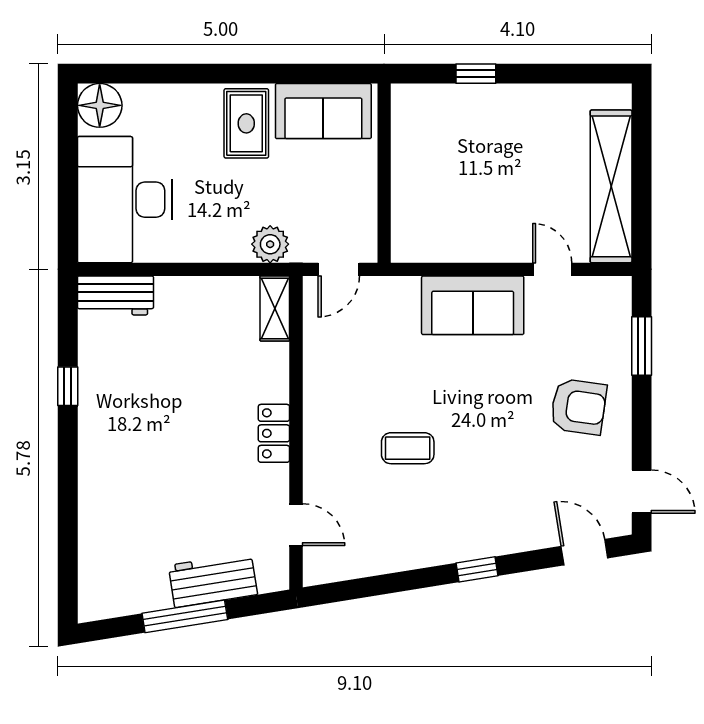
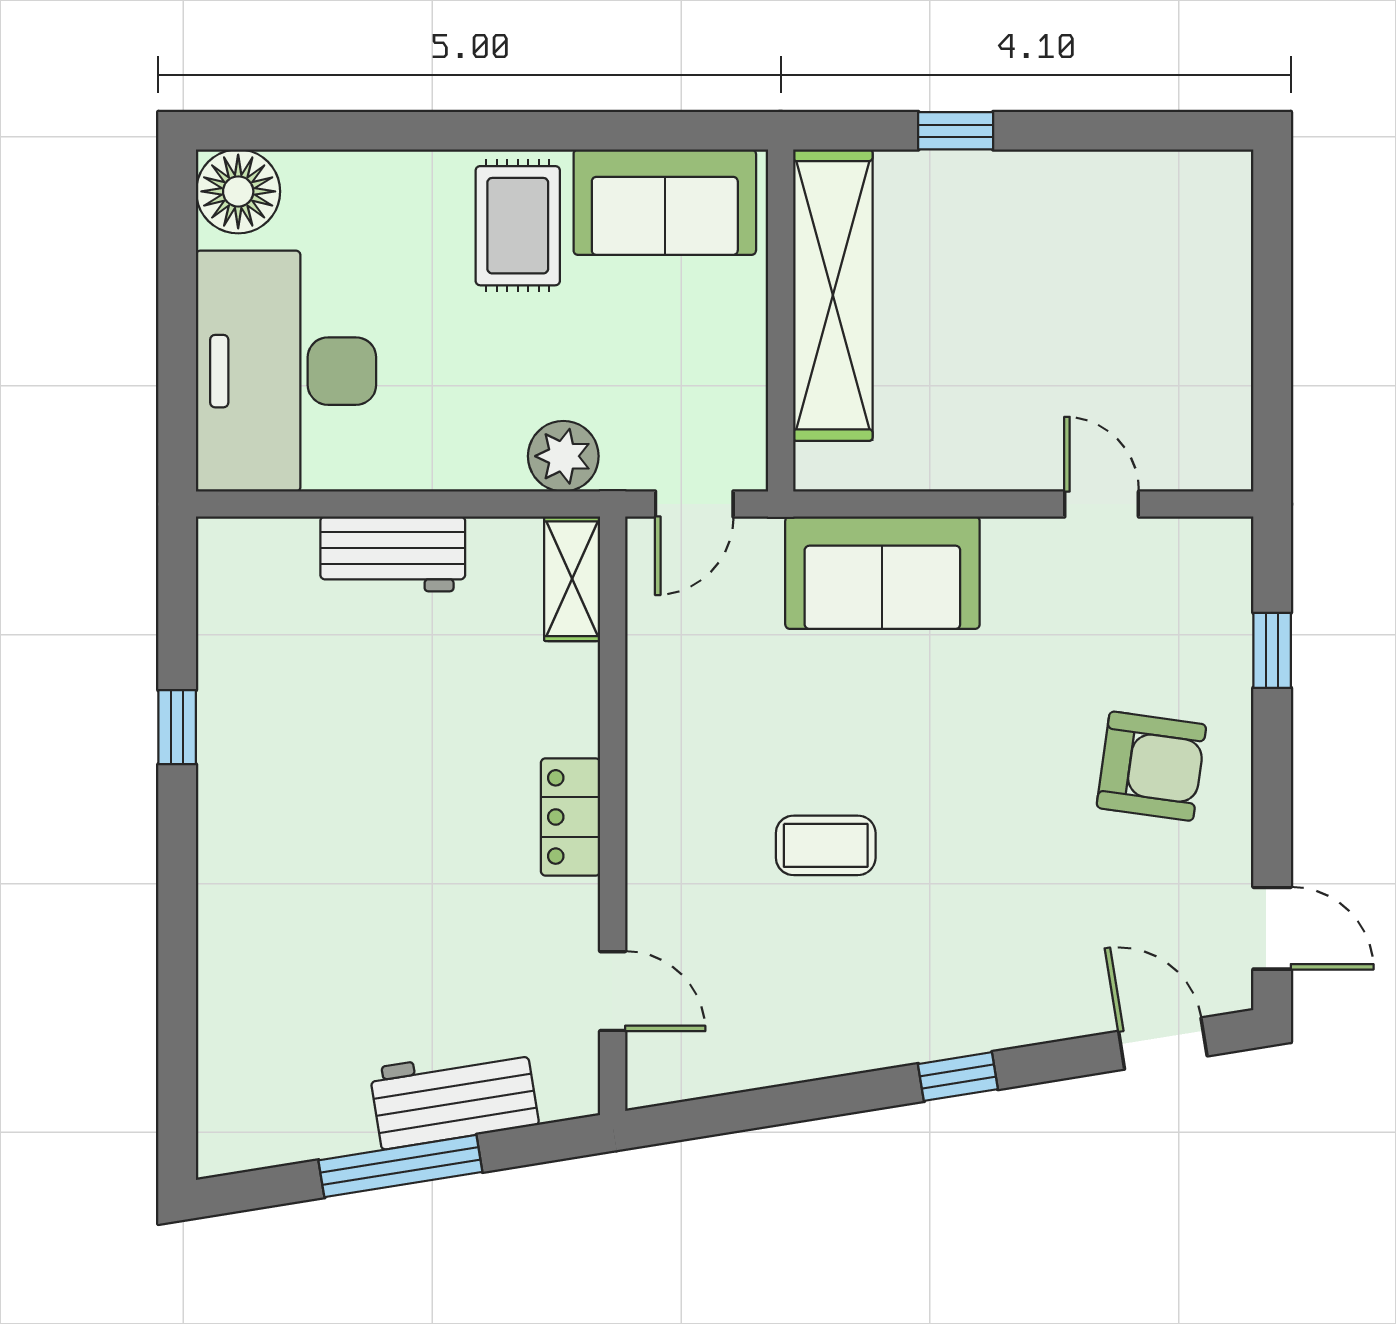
shelving: (611, 186) -> (833, 295), moved
workbench: (115, 295) -> (393, 554), moved
sofa: (473, 305) -> (882, 573), moved
window: (642, 346) -> (1272, 650), width x0.67

